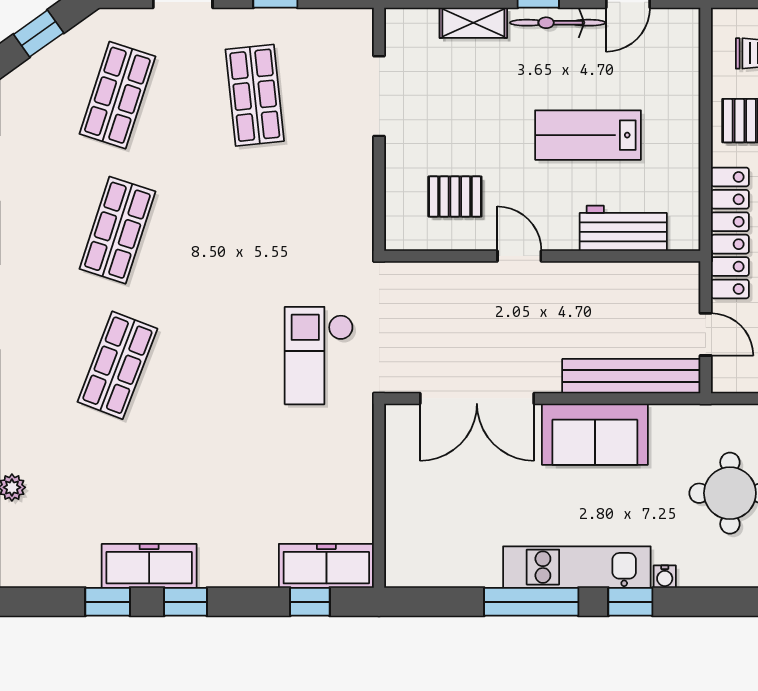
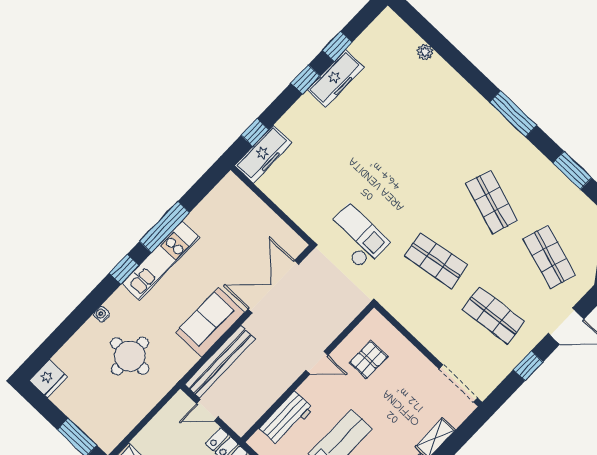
doorway: (379, 96) -> (458, 383), moved
shop shelf: (117, 365) -> (436, 260), moved, turned -30
water cooler: (665, 577) -> (102, 314), moved

